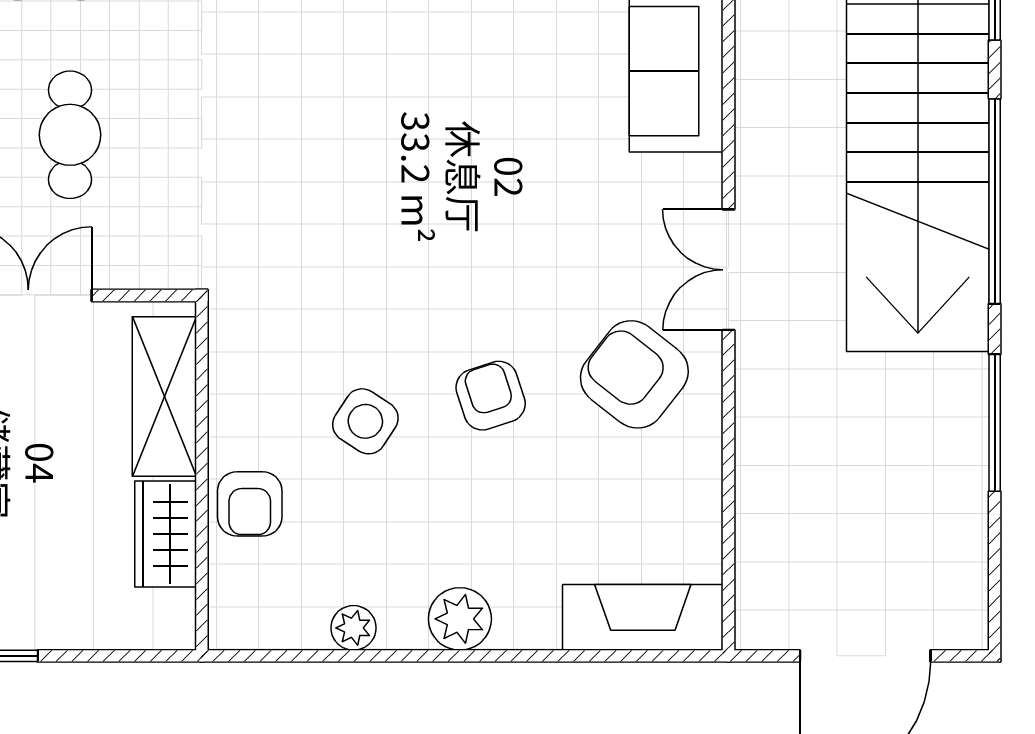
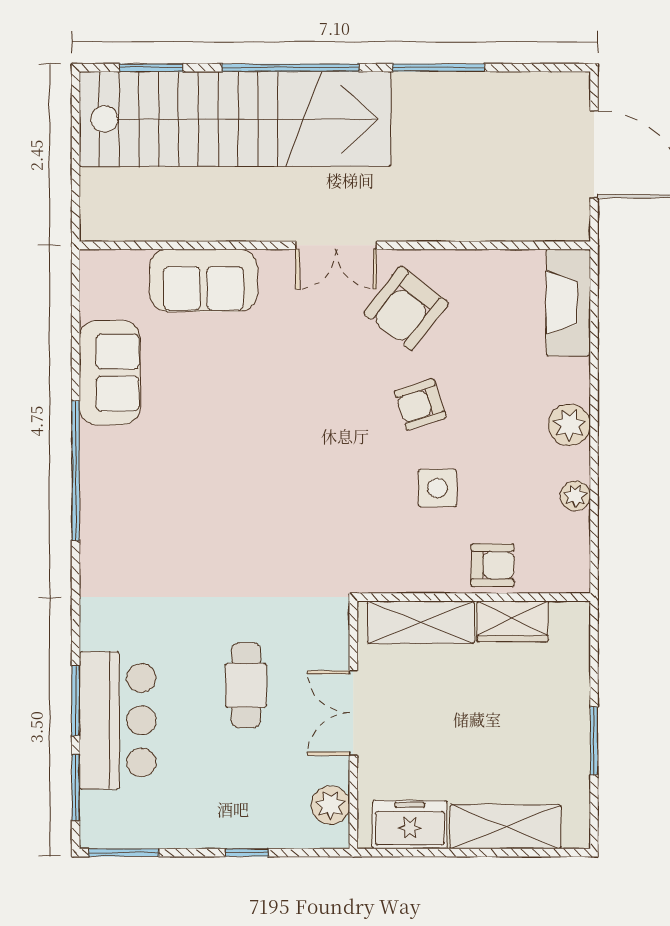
cafe table: (70, 135) -> (246, 685), turned 90
side table: (365, 421) -> (437, 488), turned -33

